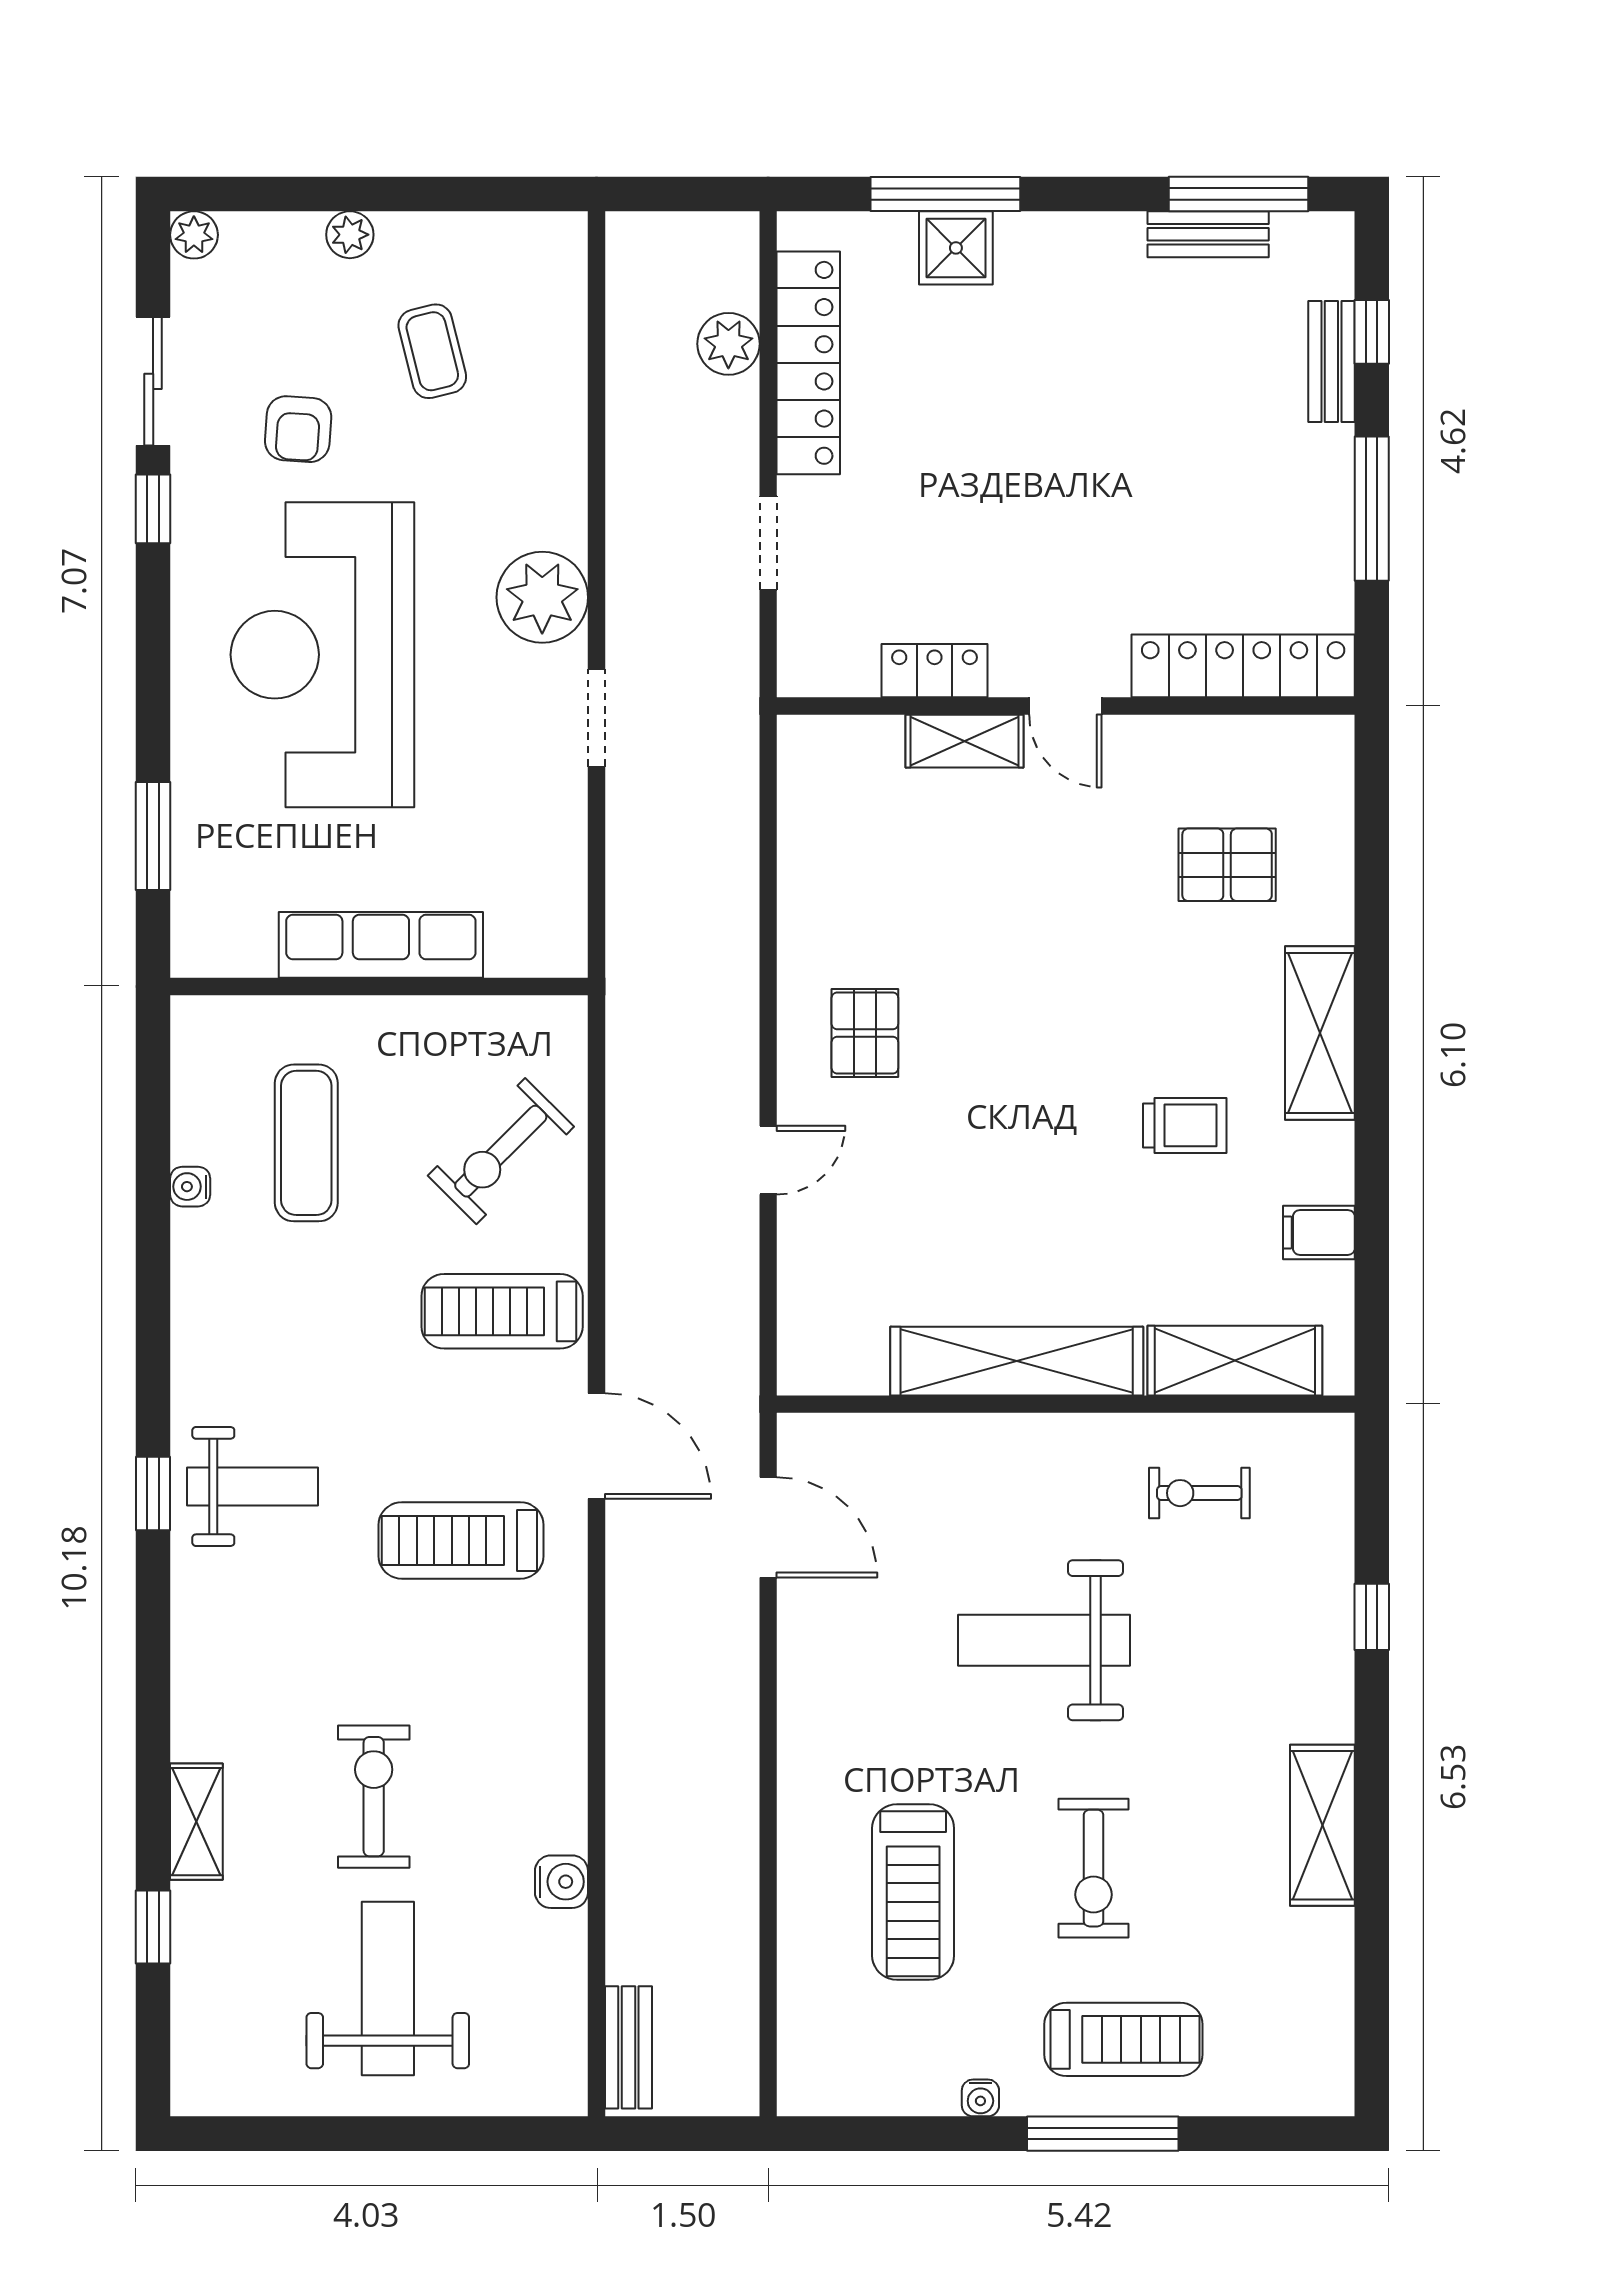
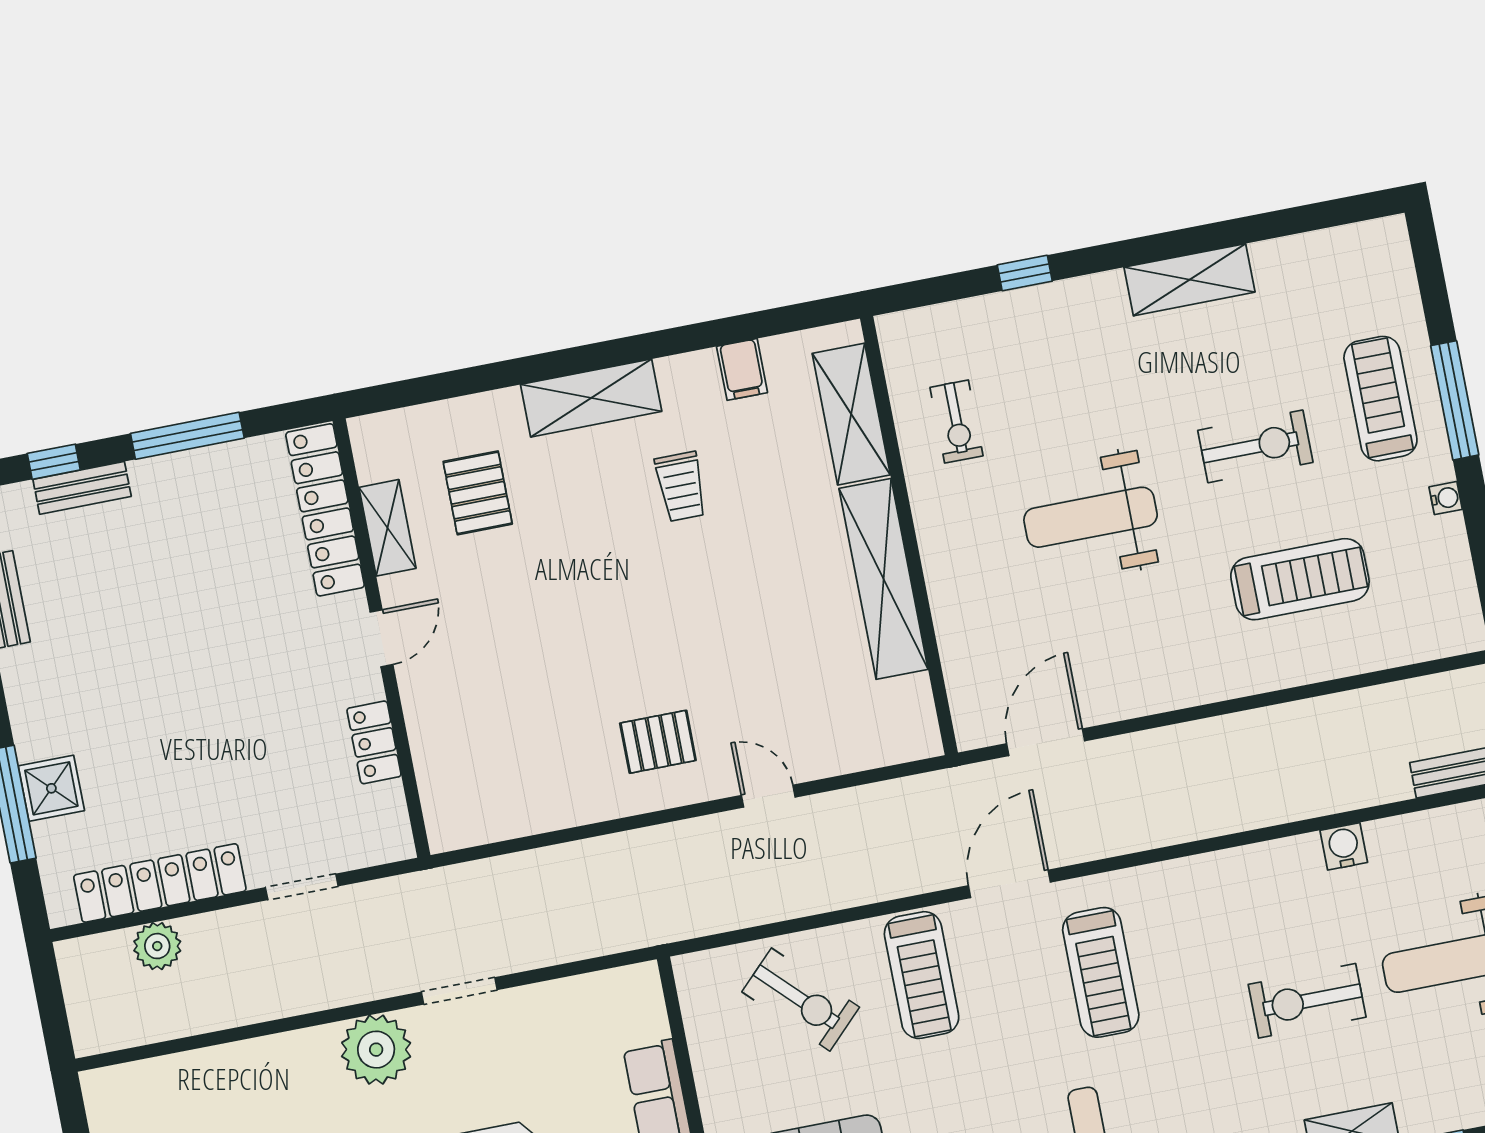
shelving: (964, 741) -> (387, 528), moved
trolley: (1185, 1125) -> (681, 487), turned 180
weight bench: (1044, 1640) -> (1091, 517), turned 90

